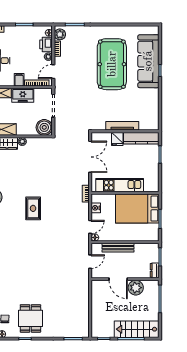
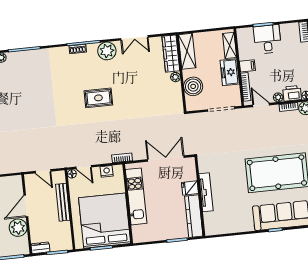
boiler: (44, 127) -> (193, 86), moved
double door: (90, 157) -> (166, 159), swing flipped
bed: (137, 209) -> (105, 221), width x1.36

